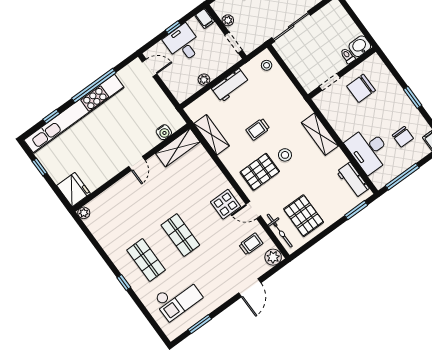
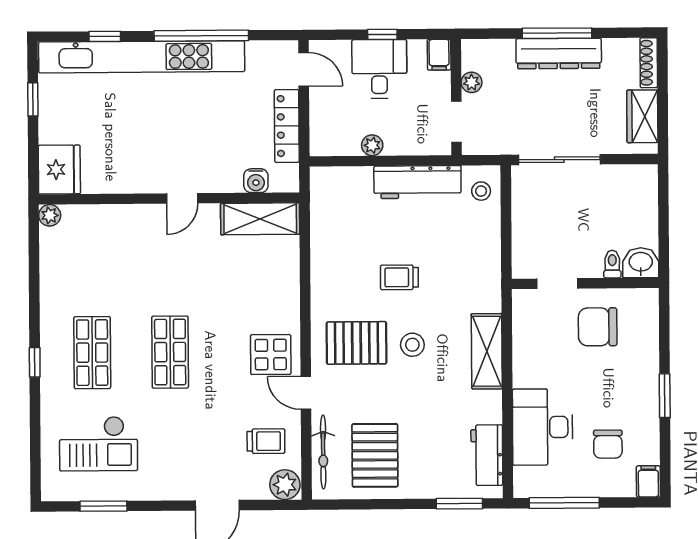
workbench: (230, 85) -> (417, 182), width x1.37
locker: (160, 98) -> (287, 126), added
shelving: (212, 135) -> (324, 236), removed

